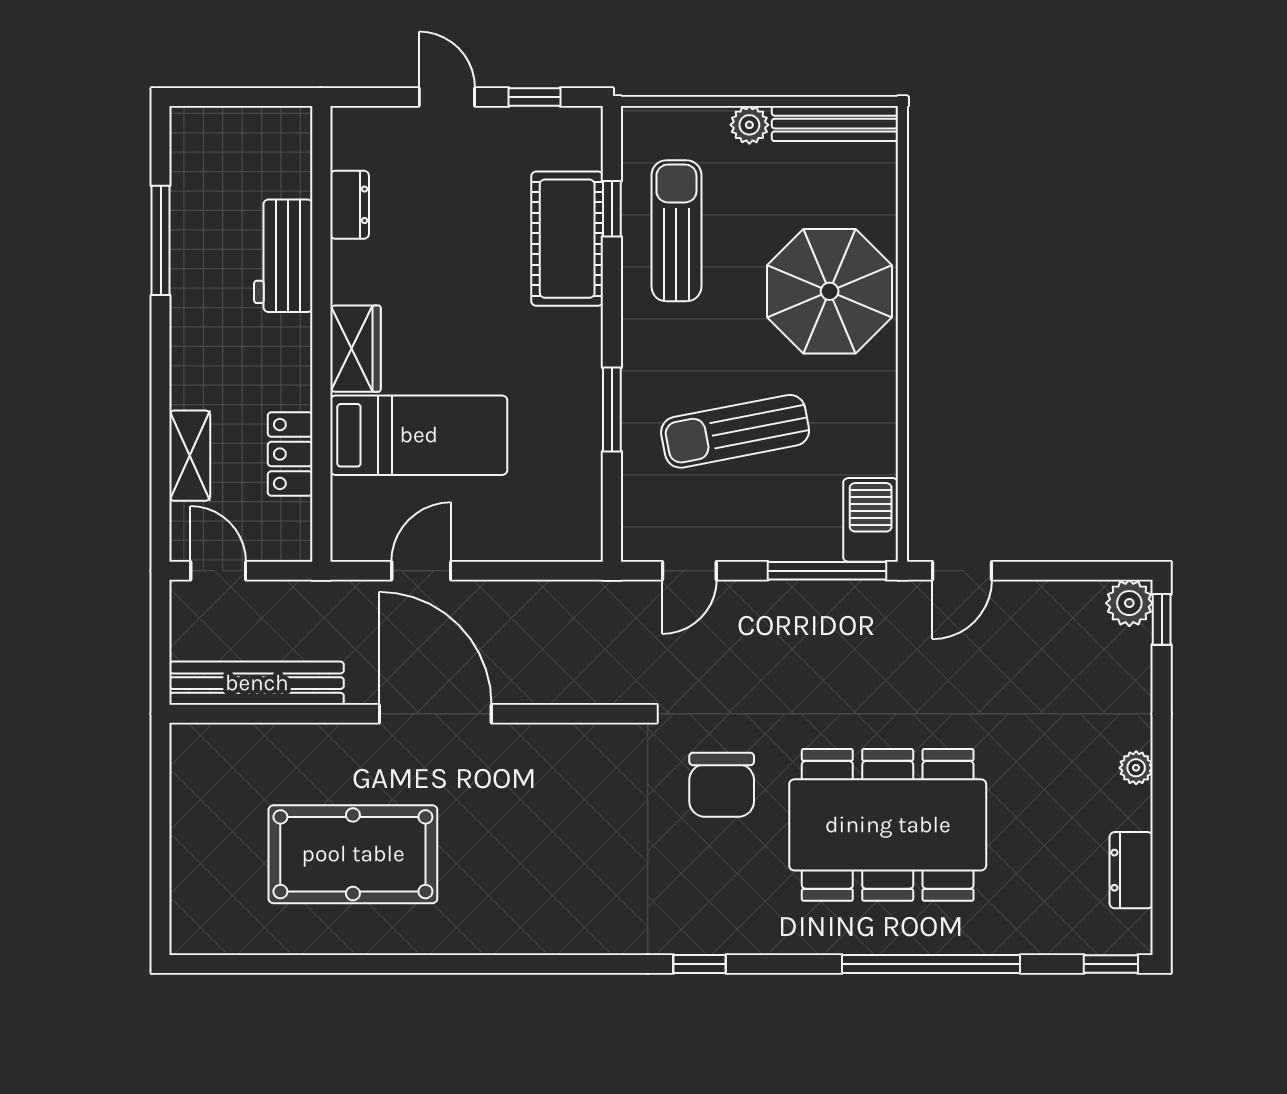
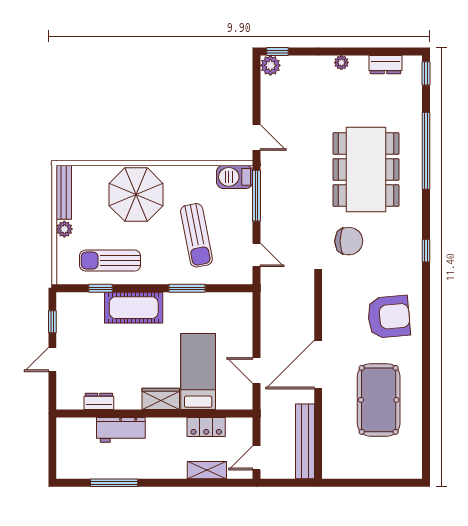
cot: (567, 239) -> (134, 308), moved
armchair: (546, 878) -> (389, 317), added

